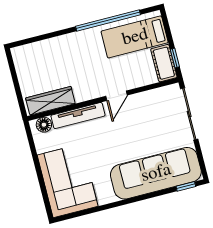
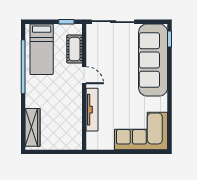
cot: (164, 63) -> (75, 49), moved, turned 90
wardrobe: (50, 101) -> (33, 127), moved, turned 180
floor lamp: (44, 125) -> (92, 138), removed

